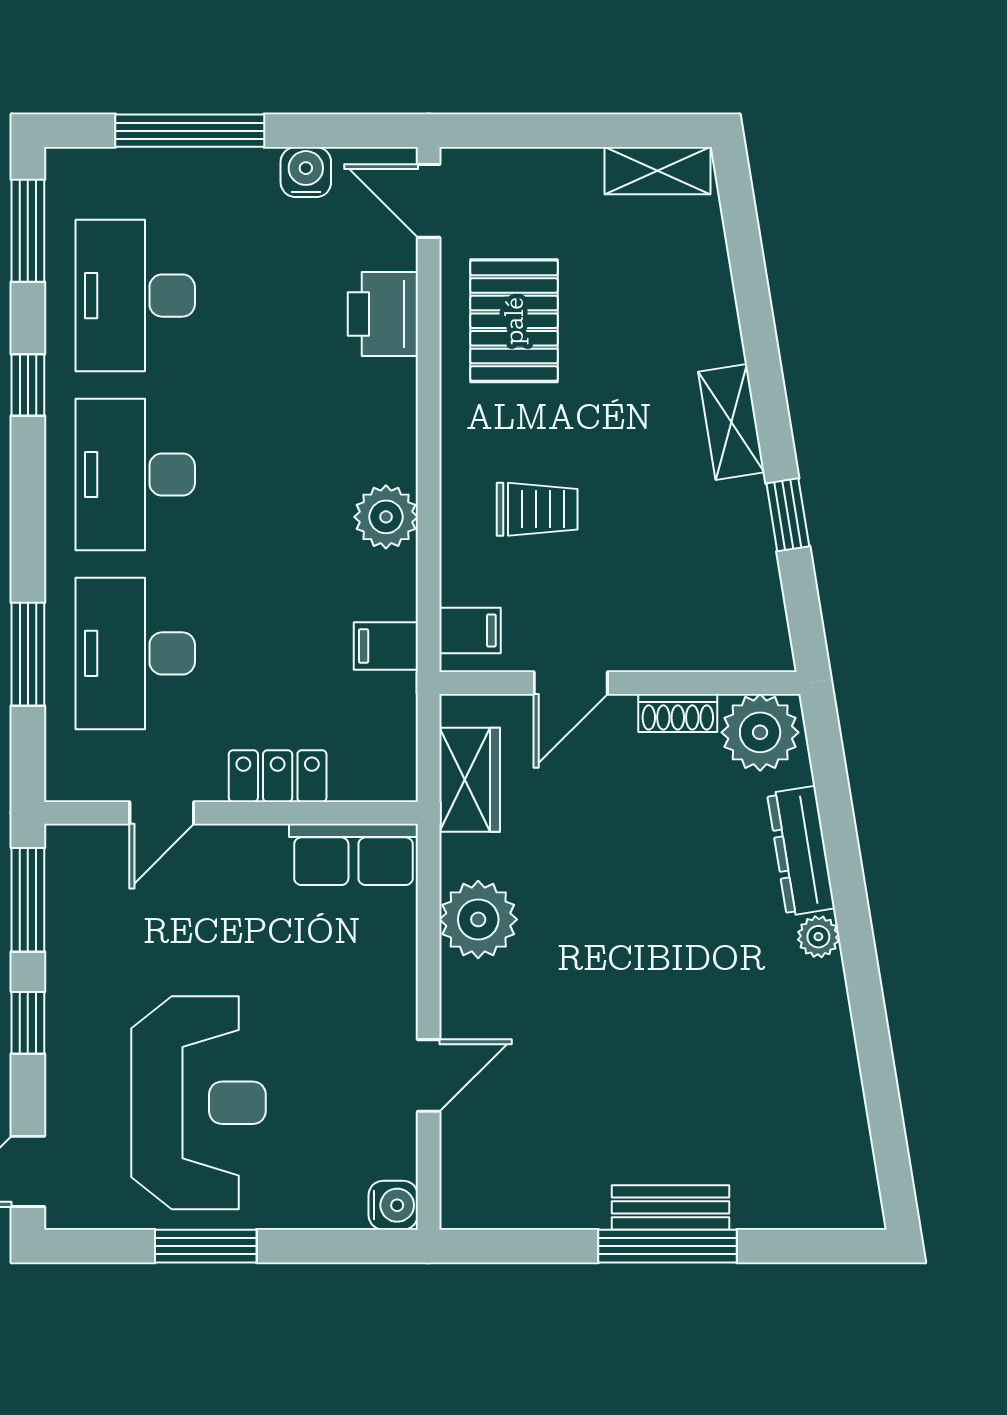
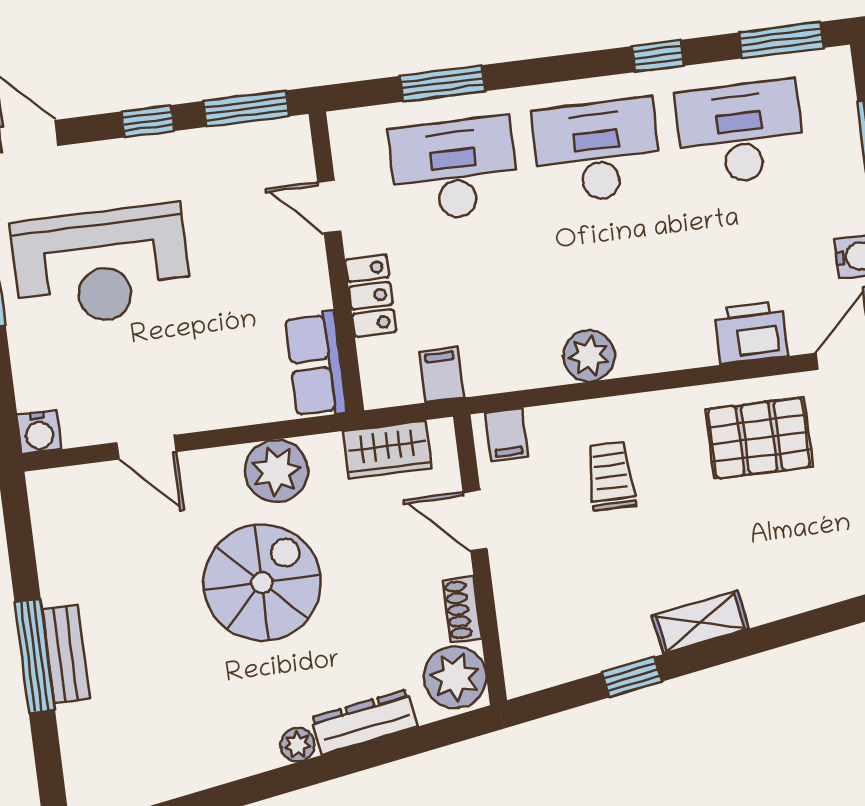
trolley: (537, 509) -> (611, 476), turned 180
filing cabinet: (386, 646) -> (442, 375), moved
spiral stairs: (614, 955) -> (262, 583), added

